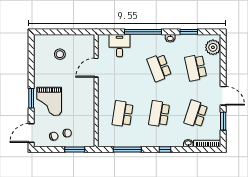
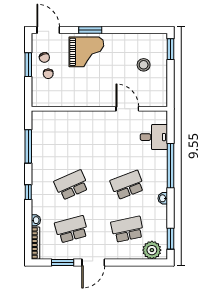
window: (47, 32) -> (171, 49), added
window: (189, 32) -> (171, 239), moved
grand piano: (49, 101) -> (86, 52), turned 180
school desk: (123, 114) -> (71, 141), removed
school desk: (159, 114) -> (71, 185), turned -33
school desk: (196, 114) -> (71, 229), turned -33
window: (75, 150) -> (28, 65), moved

